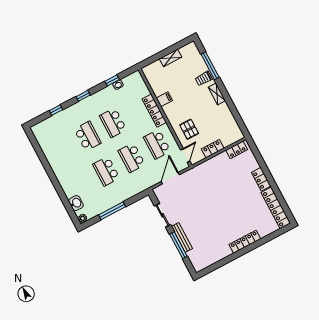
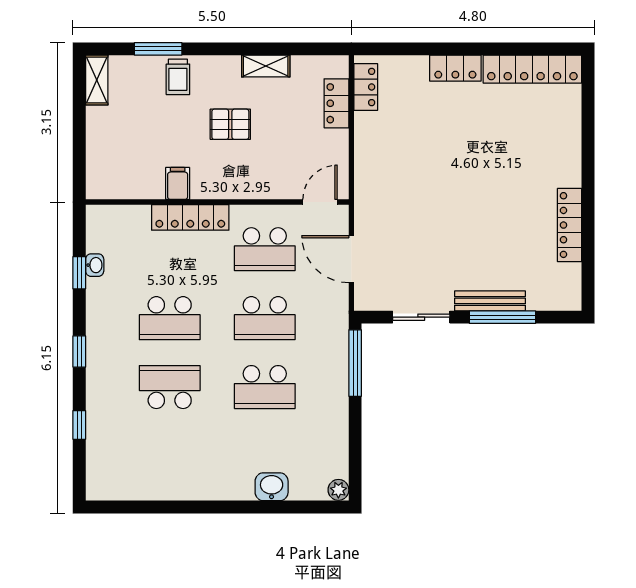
shelving: (170, 58) -> (97, 80), moved
window: (210, 66) -> (158, 49), width x0.69
shelving: (217, 94) -> (266, 66), moved
pallet: (189, 129) -> (230, 124), moved
locker: (213, 149) -> (336, 103), moved
door: (185, 155) -> (320, 202), hinge flipped
washbasin: (76, 203) -> (272, 487), moved
window: (112, 211) -> (355, 363), moved
locker: (245, 242) -> (570, 225), moved

